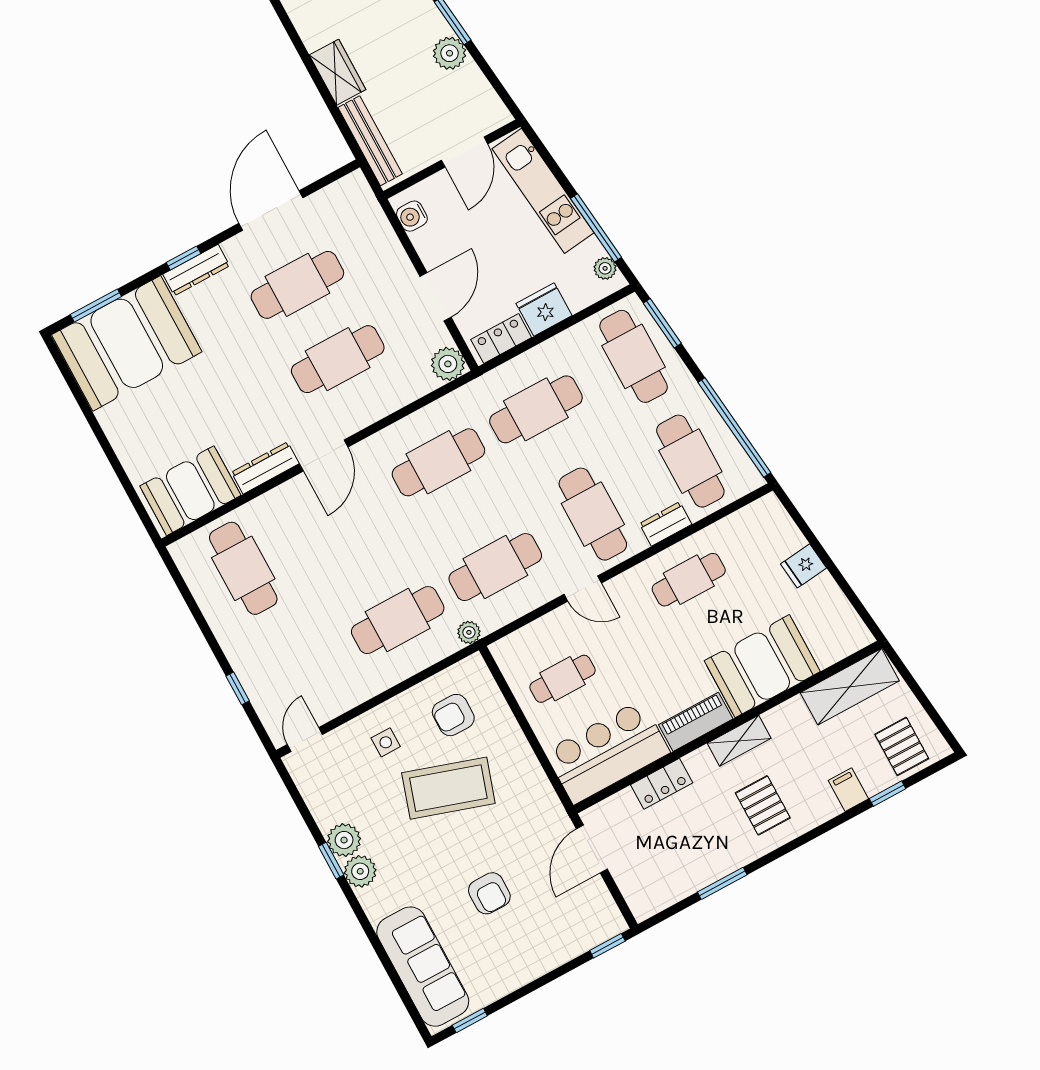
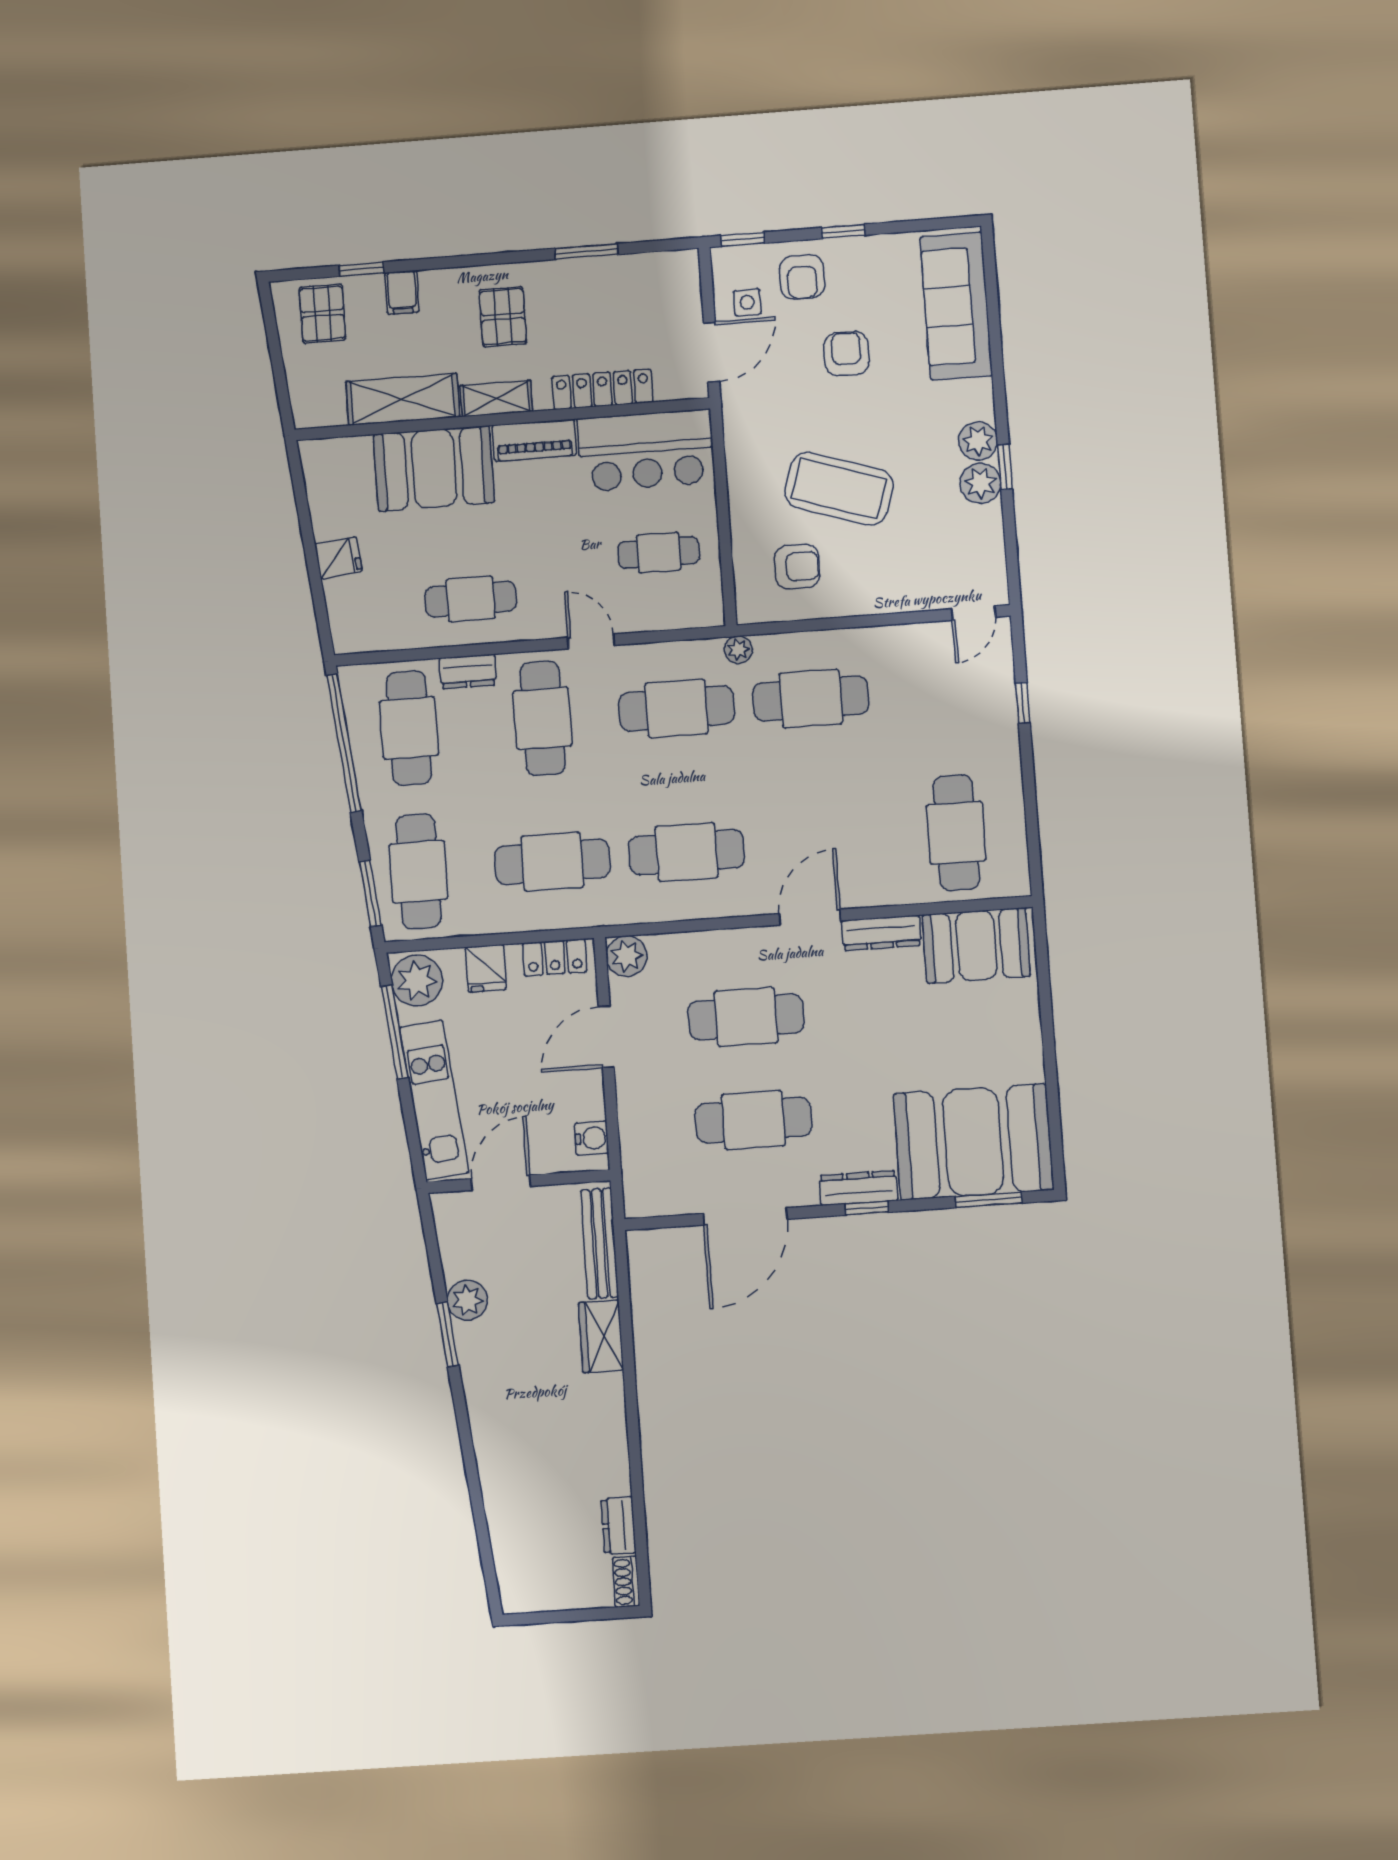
plant: (605, 268) -> (417, 981), width x1.88, depth x1.88
fridge: (544, 310) -> (486, 968), width x0.72
shelving: (850, 687) -> (403, 399), moved
side table: (386, 742) -> (747, 302), moved
locker: (662, 784) -> (602, 389), width x1.53
armchair: (549, 937) -> (802, 277), added
window: (470, 1020) -> (843, 231), moved

